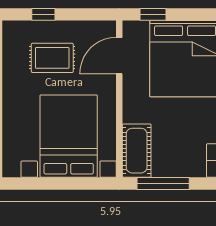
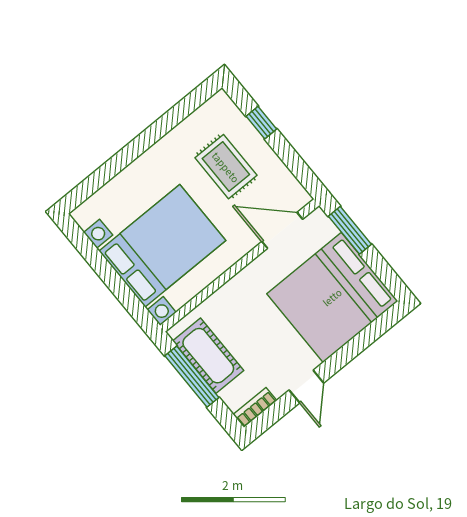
window: (153, 14) -> (350, 230), width x1.50
cot: (137, 151) -> (208, 356), moved, turned 90

